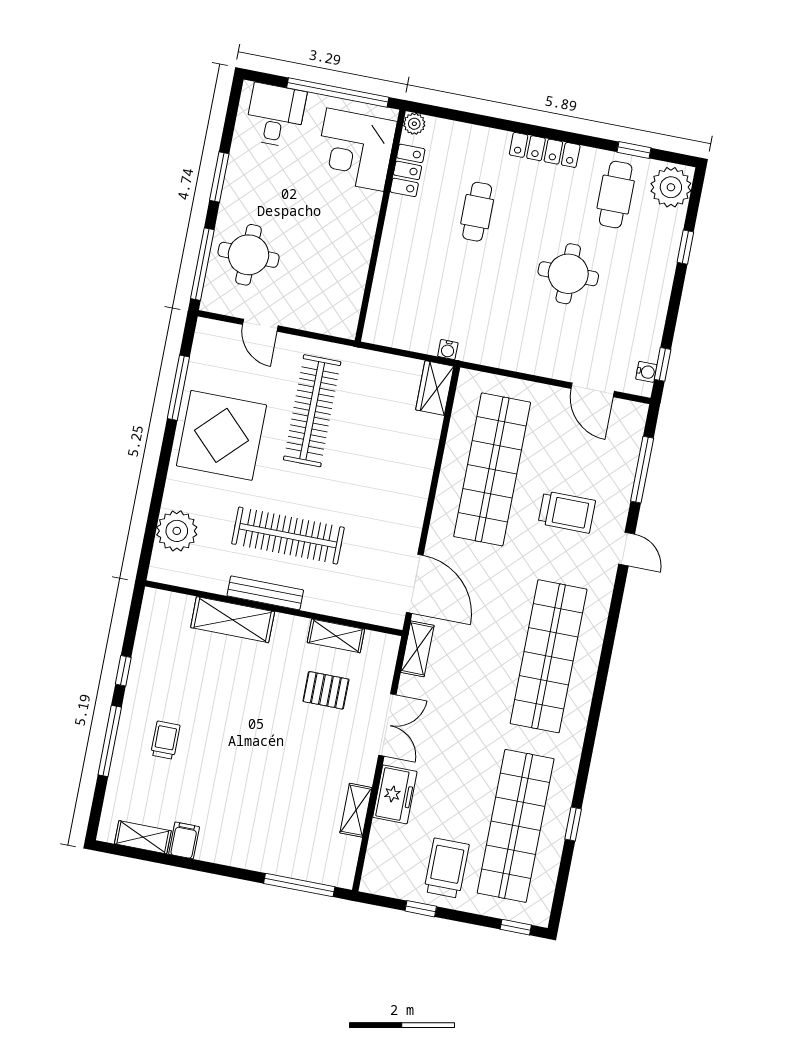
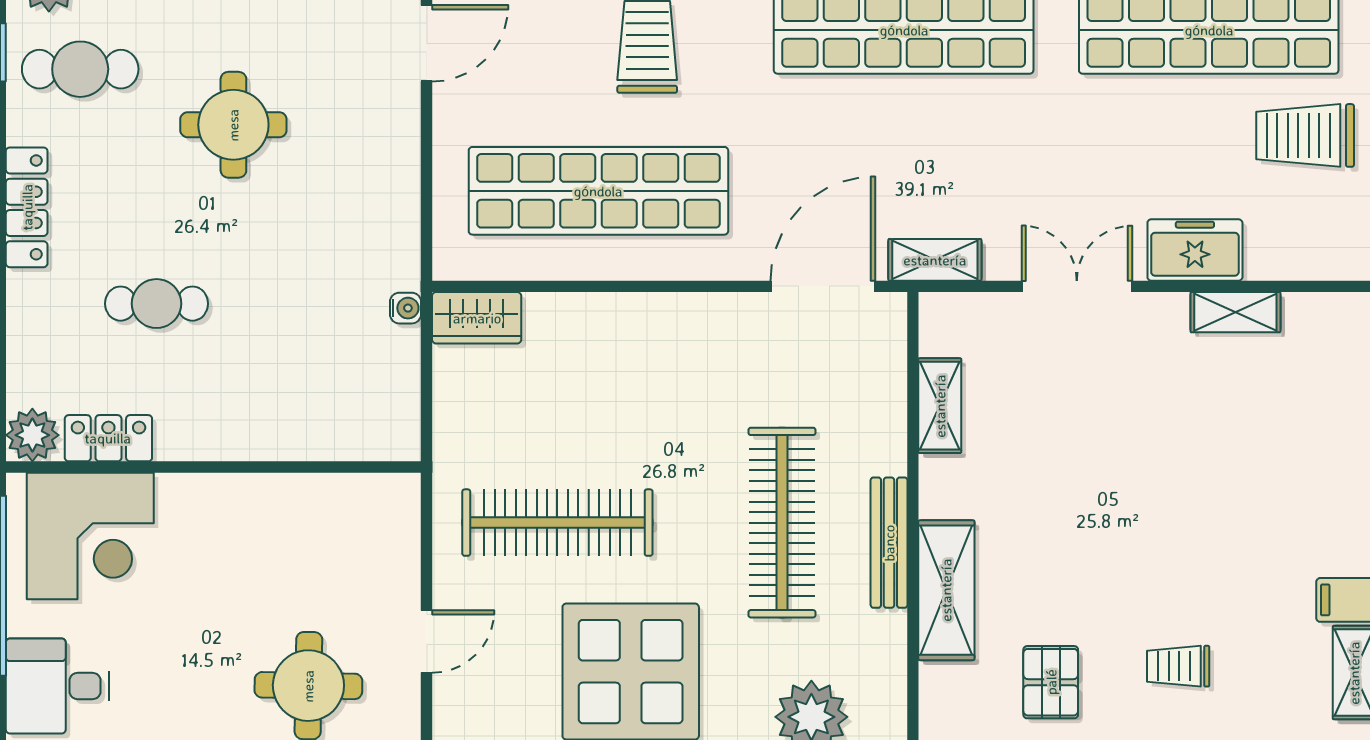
plant: (414, 124) -> (32, 435), width x1.38, depth x1.38
pallet: (326, 690) -> (1051, 682), moved

